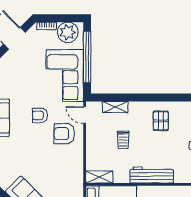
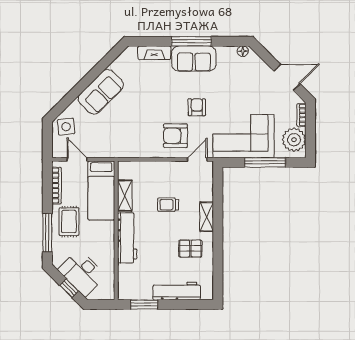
window: (87, 57) -> (265, 162), width x0.68
shelving: (115, 107) -> (207, 217), moved
armchair: (64, 134) -> (175, 136), turned -90
shelving: (99, 177) -> (125, 196), moved

